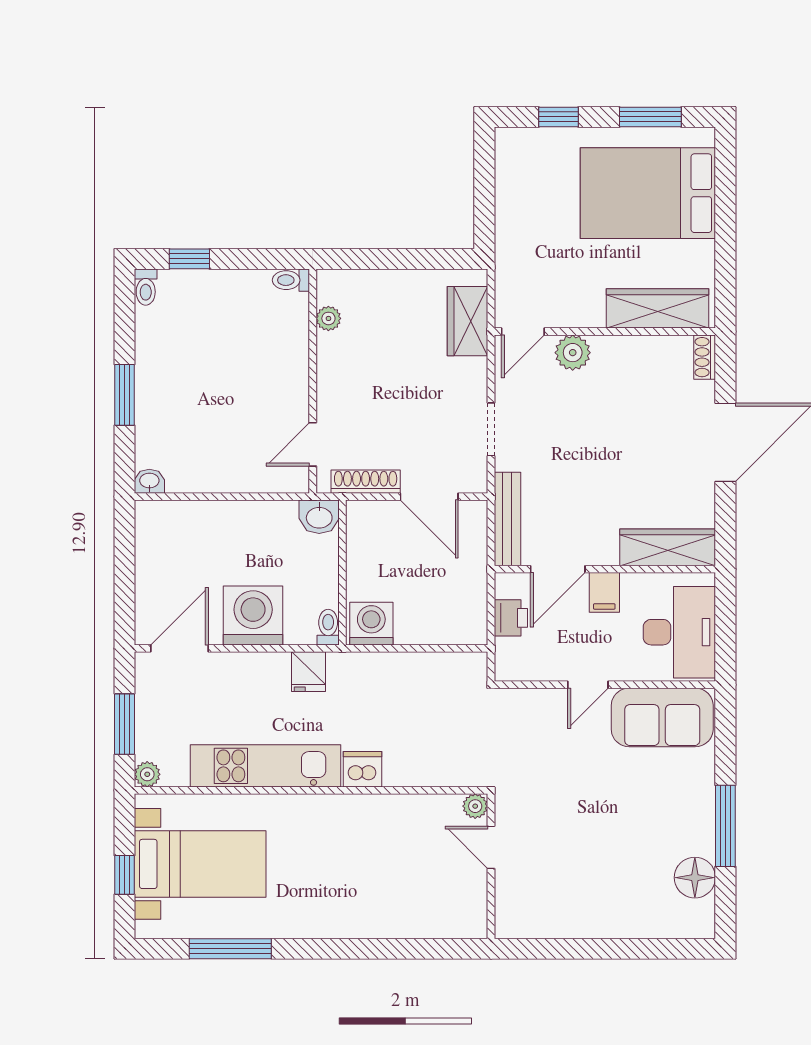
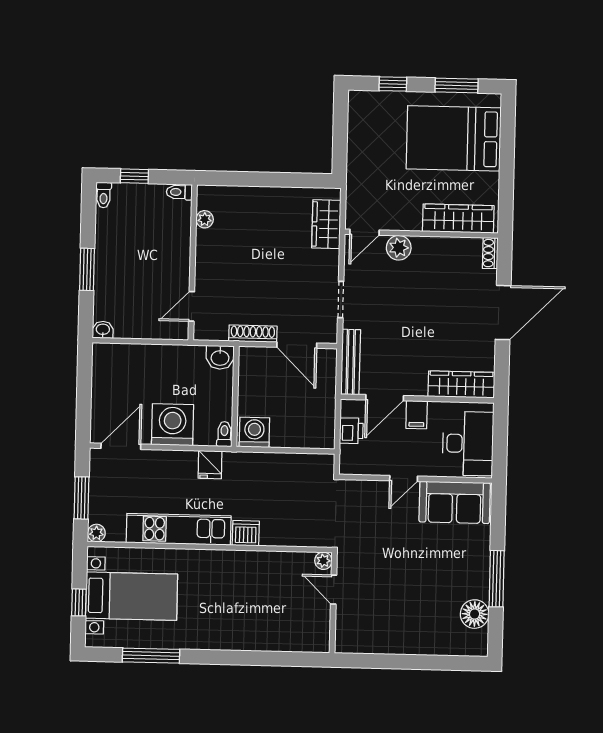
toilet: (291, 280) -> (179, 192), moved
plant: (328, 318) -> (205, 219), moved
wall: (313, 381) -> (193, 262), moved
door: (313, 444) -> (192, 306), moved

